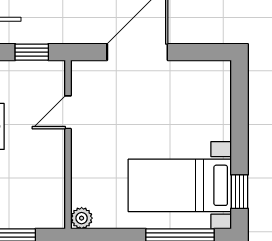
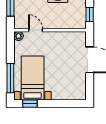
door: (68, 112) -> (36, 30), moved

